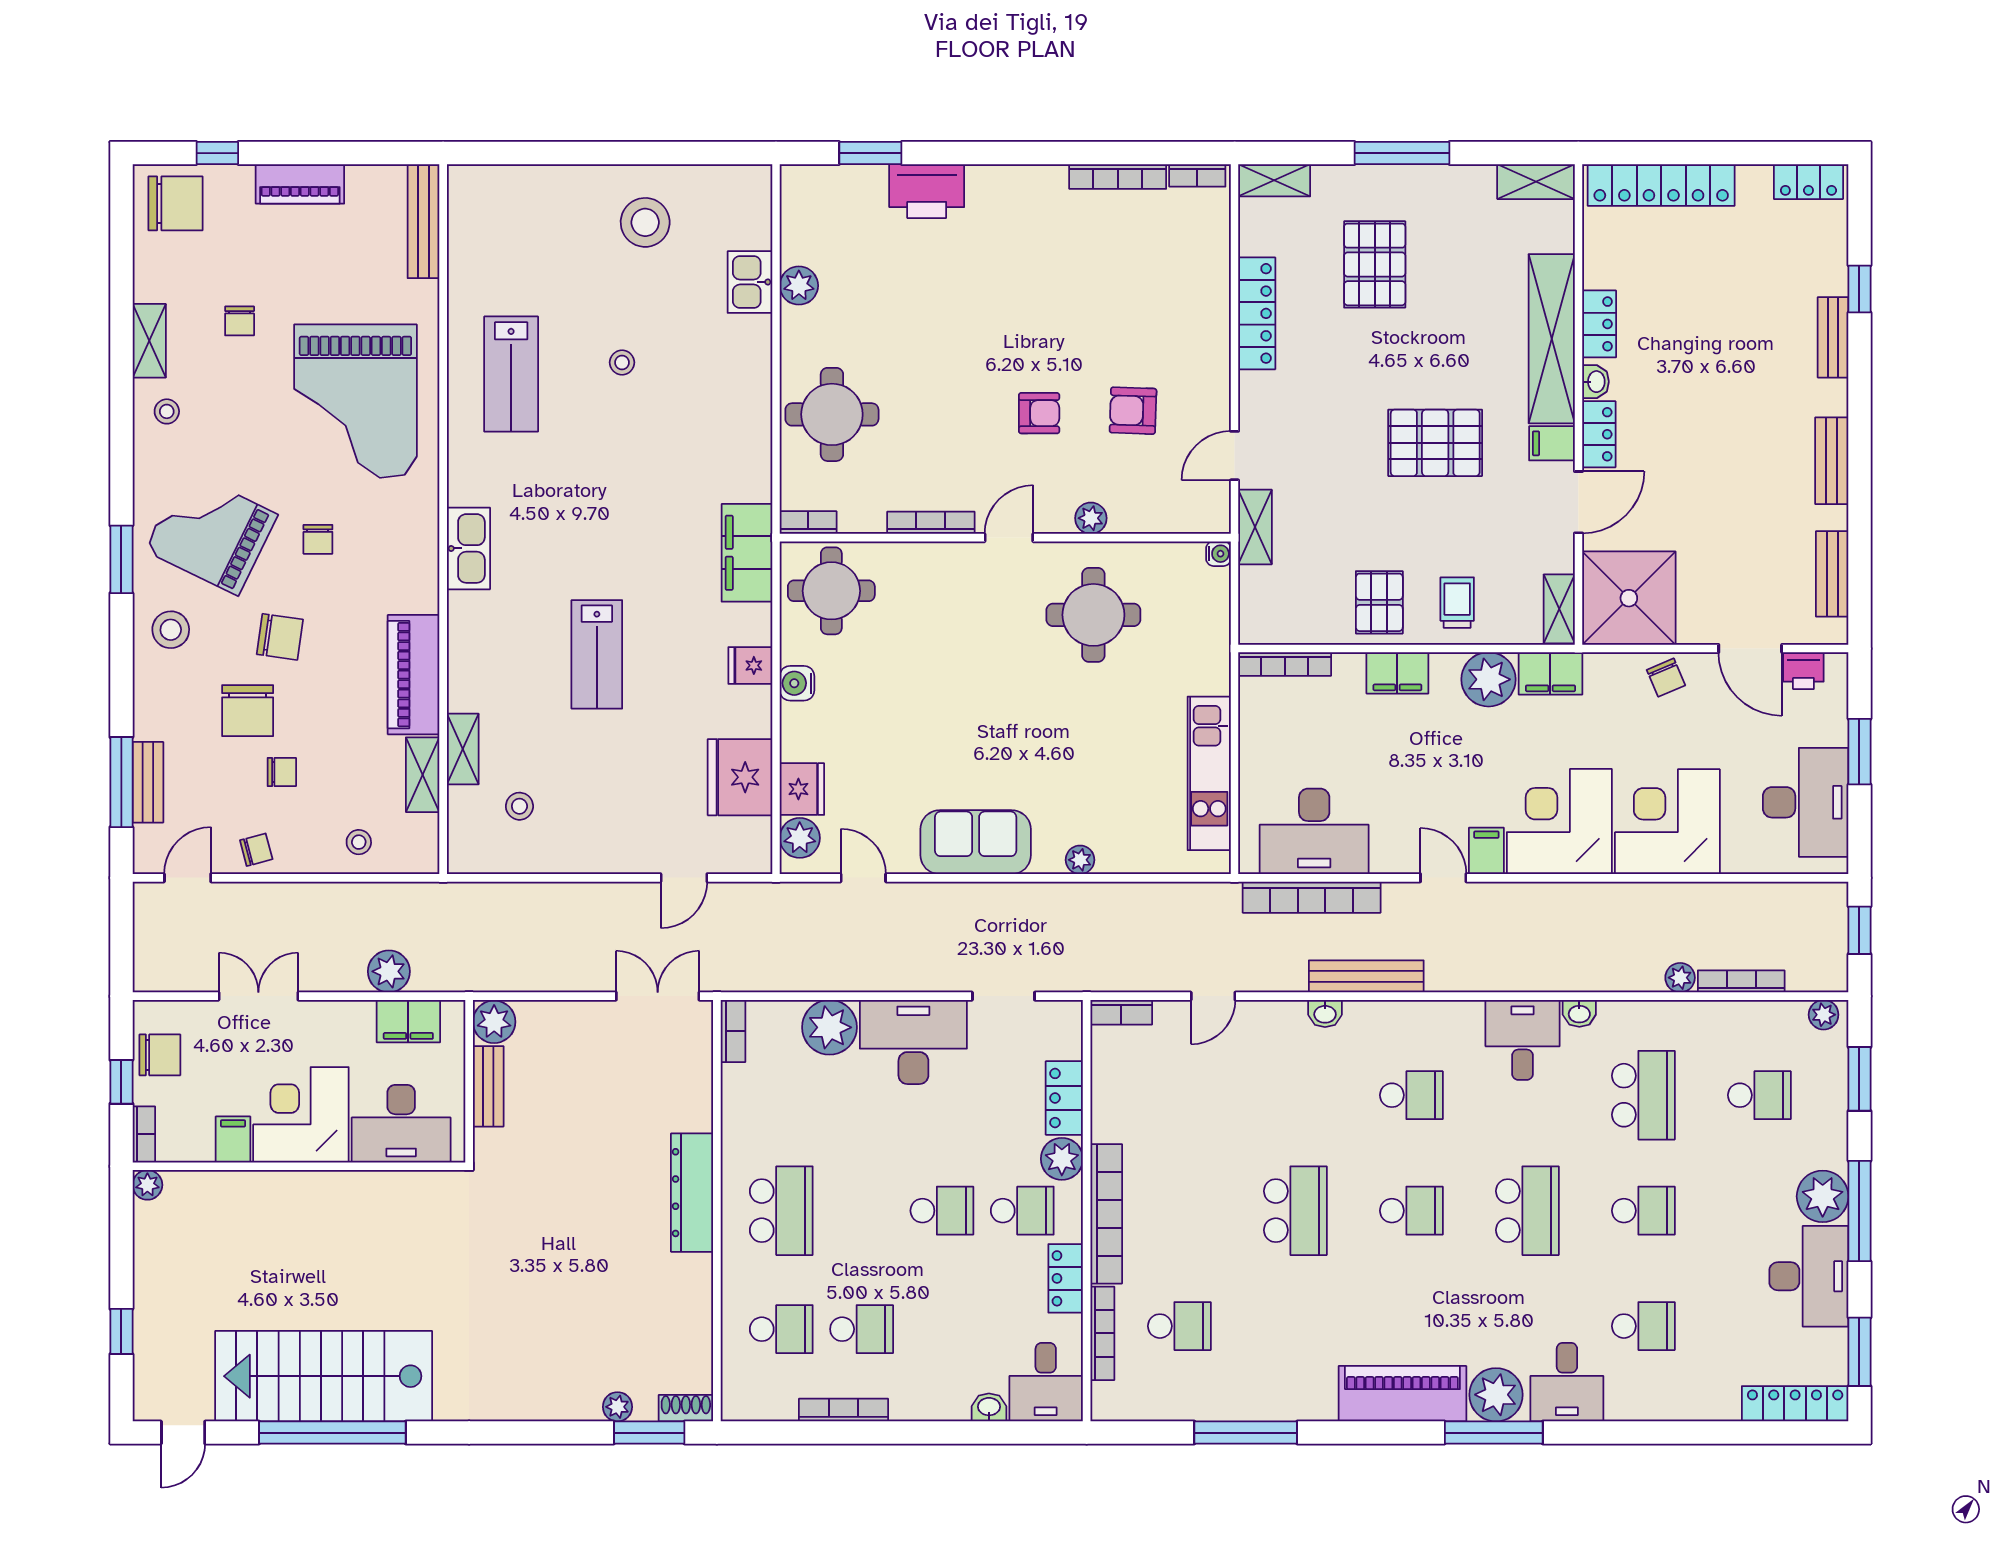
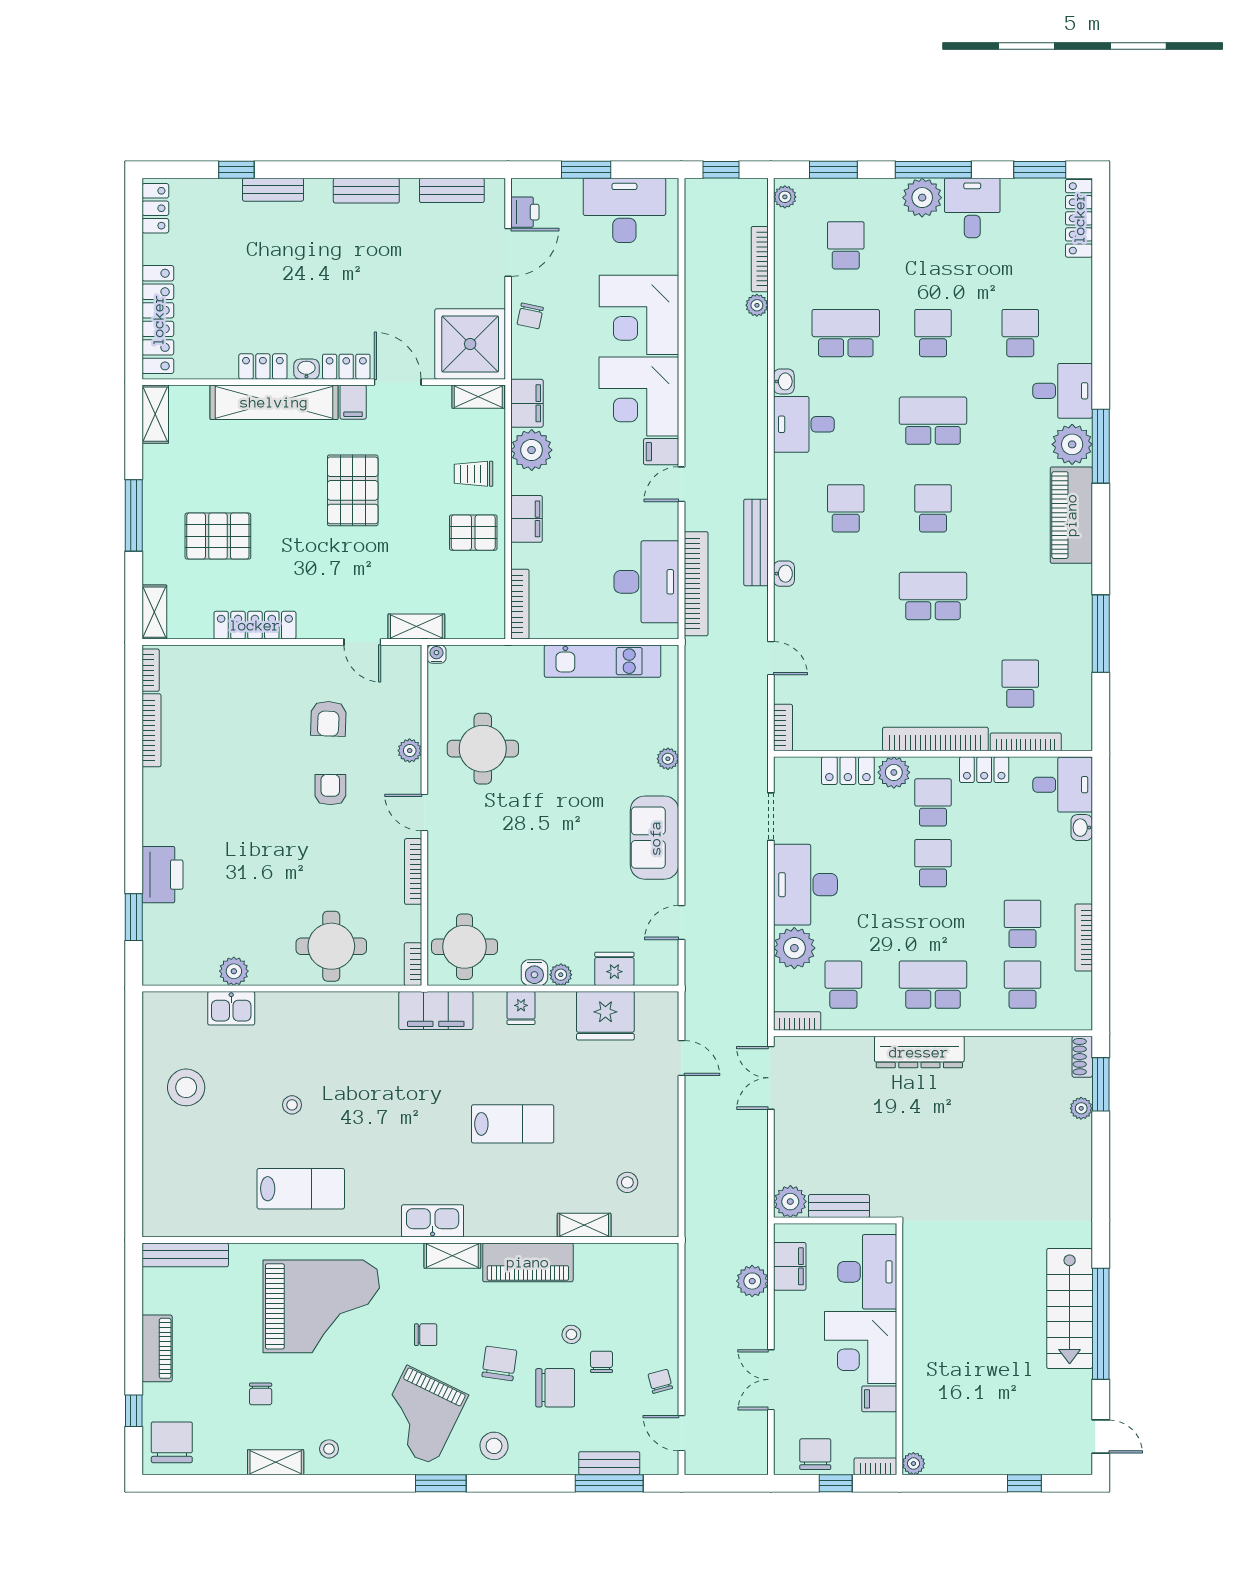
chair: (240, 321) -> (261, 1394), turned 90
chair: (1666, 678) -> (530, 316), turned 125
shelving: (423, 775) -> (452, 1256), moved
plant: (800, 838) -> (561, 975), moved, width x0.73, depth x0.73
stool: (359, 842) -> (571, 1334), moved
school desk: (781, 1092) -> (843, 985), added
desk: (1809, 1276) -> (972, 208), width x0.73
stairs: (324, 1376) -> (1070, 1308), width x0.73, depth x0.66

